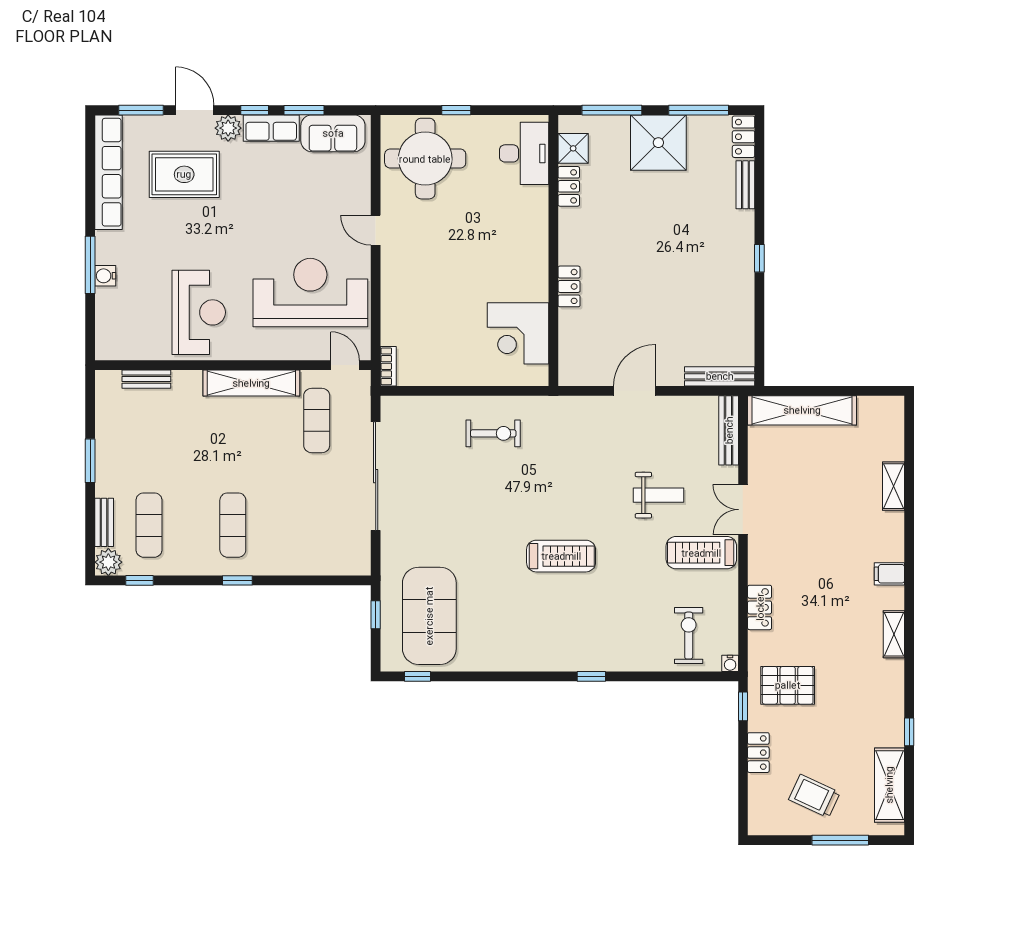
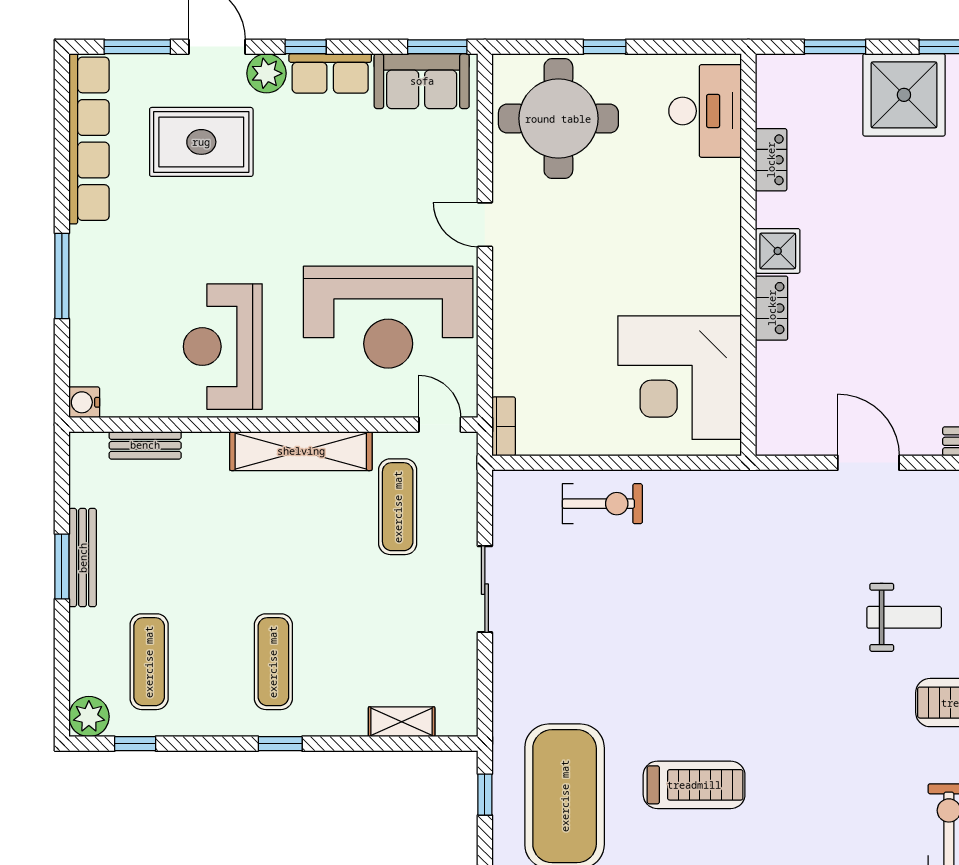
window: (304, 110) -> (437, 47), moved
window: (612, 110) -> (835, 47), width x0.69
shower: (573, 148) -> (778, 251), moved
water cooler: (105, 276) -> (84, 402), moved
reception desk: (310, 293) -> (388, 317), turned 180
reception desk: (199, 312) -> (223, 347), turned 180
corner desk: (518, 333) -> (680, 378), width x1.36, depth x1.36
door: (634, 391) -> (868, 463), hinge flipped
exercise bike: (493, 433) -> (602, 504), moved
sliding door: (376, 476) -> (485, 589), width x0.54
bench: (104, 522) -> (83, 558), moved, width x1.36
treadmill: (561, 556) -> (694, 785), moved
shelving: (319, 566) -> (402, 722), added

